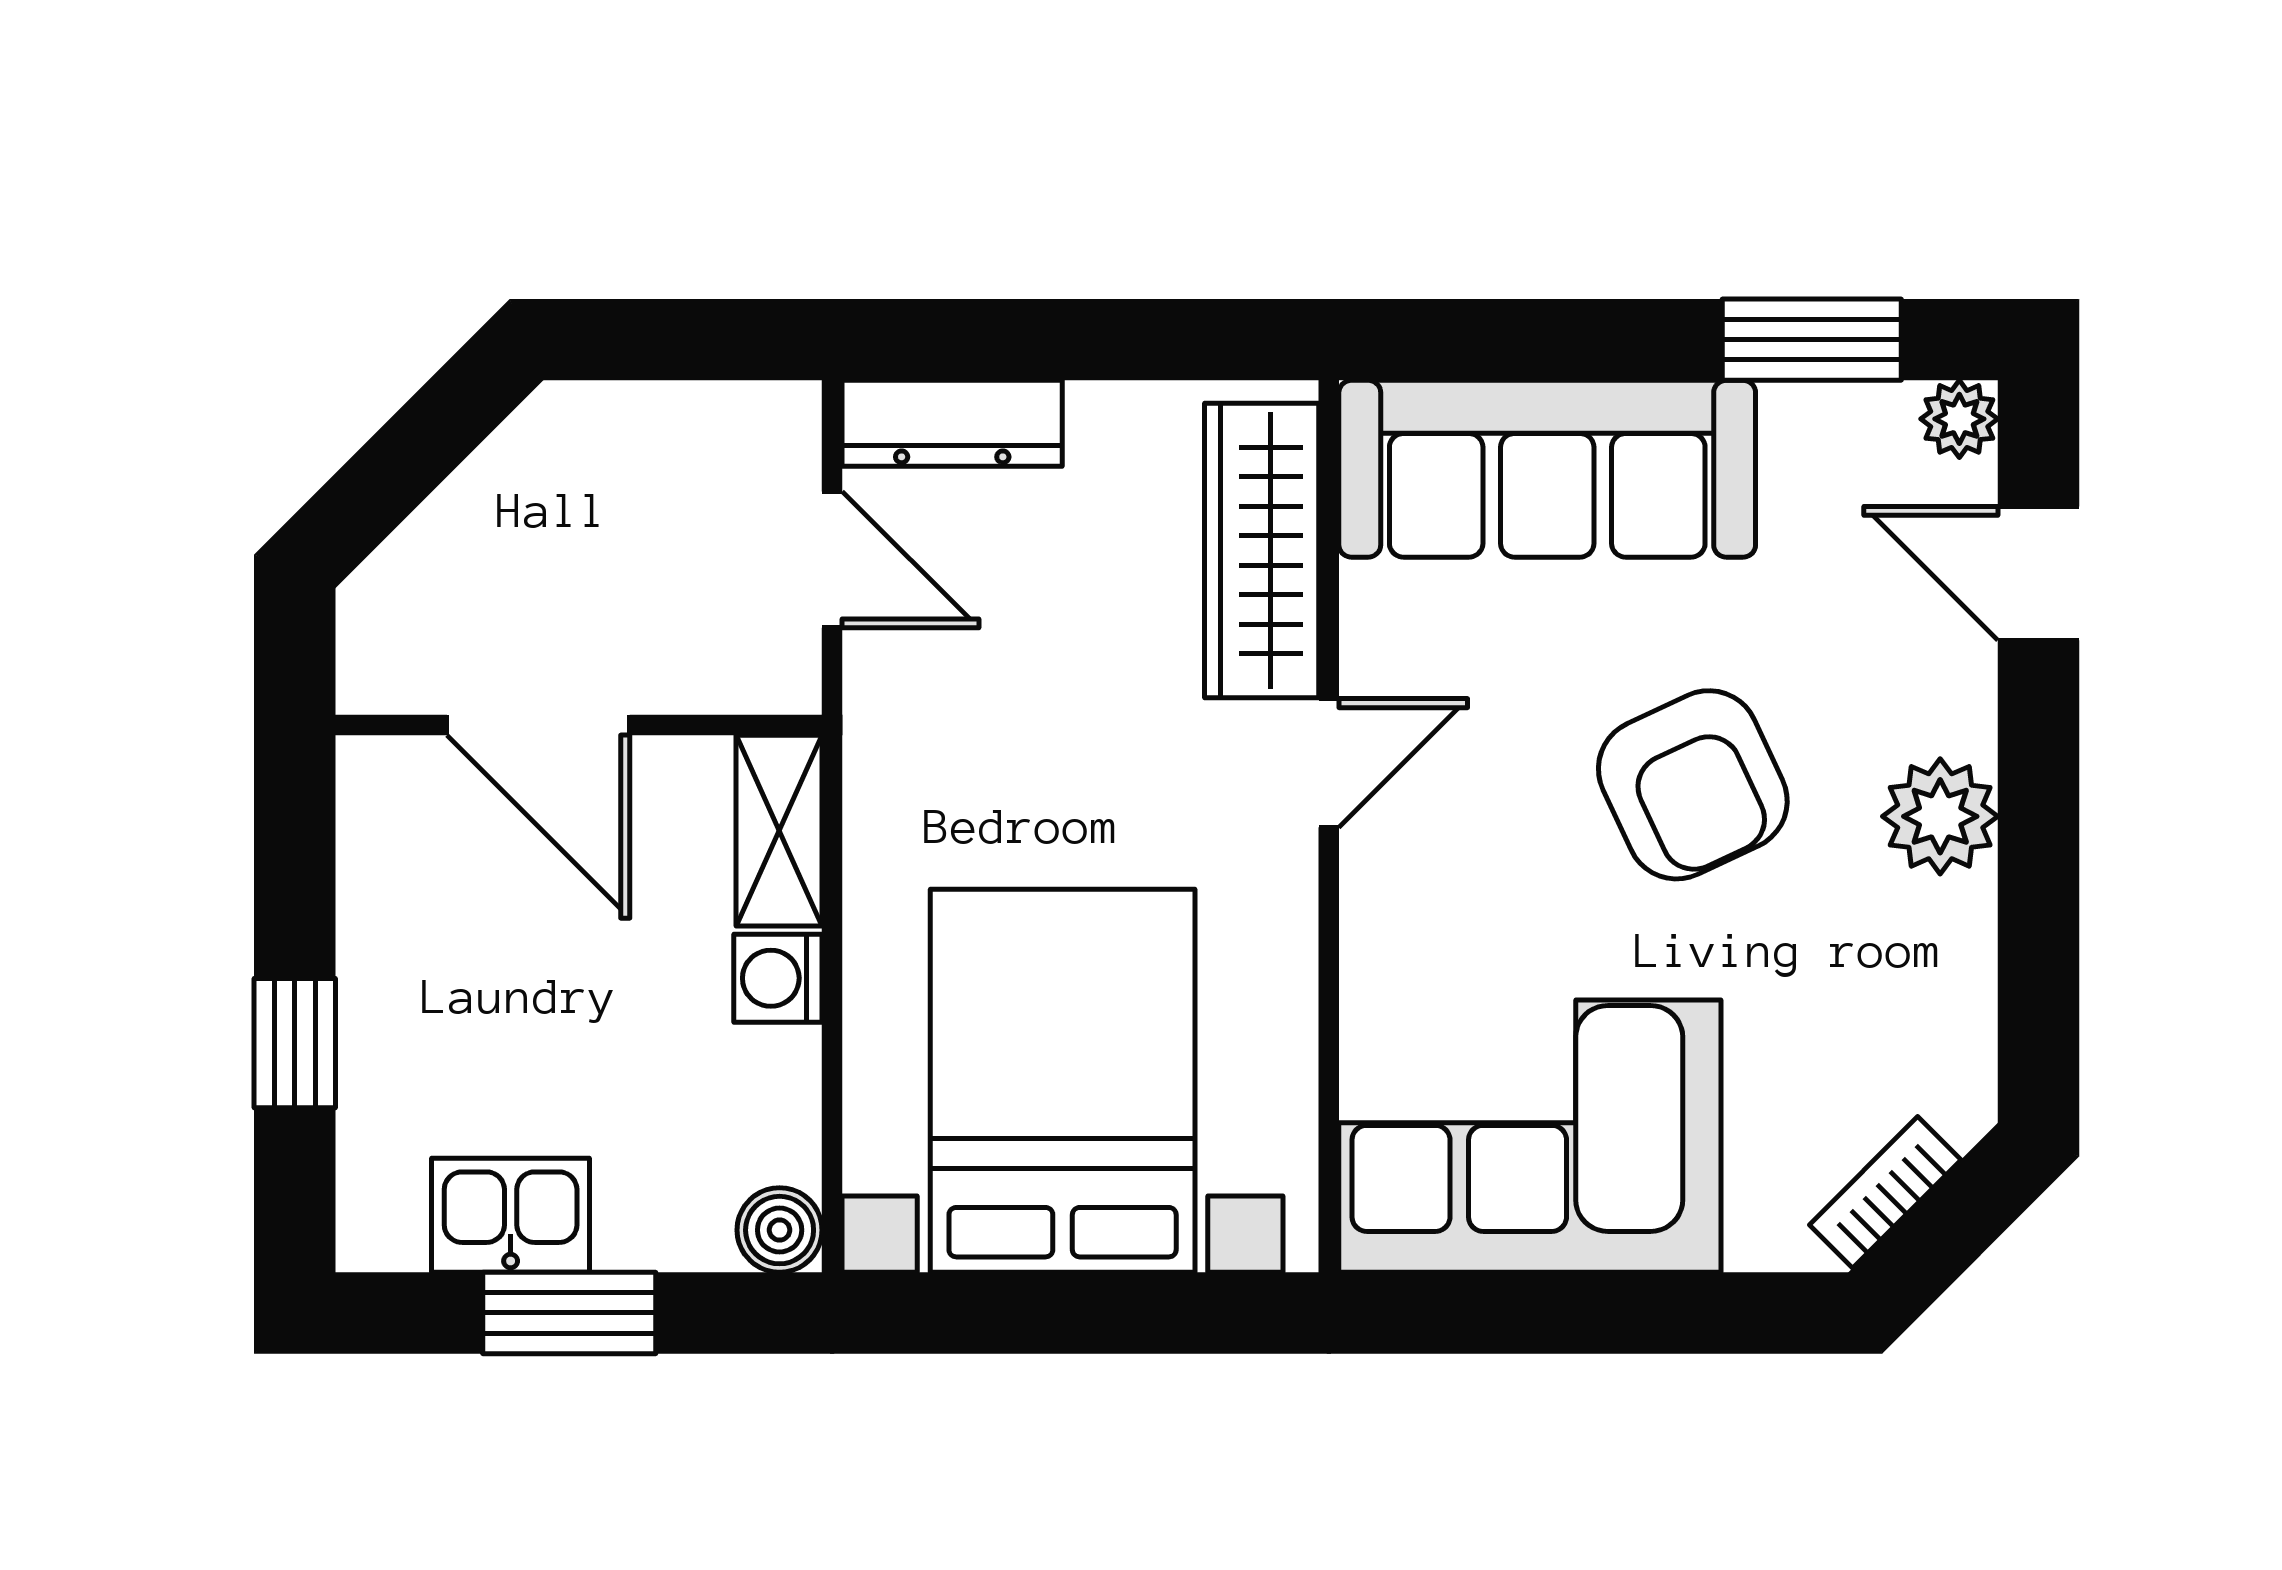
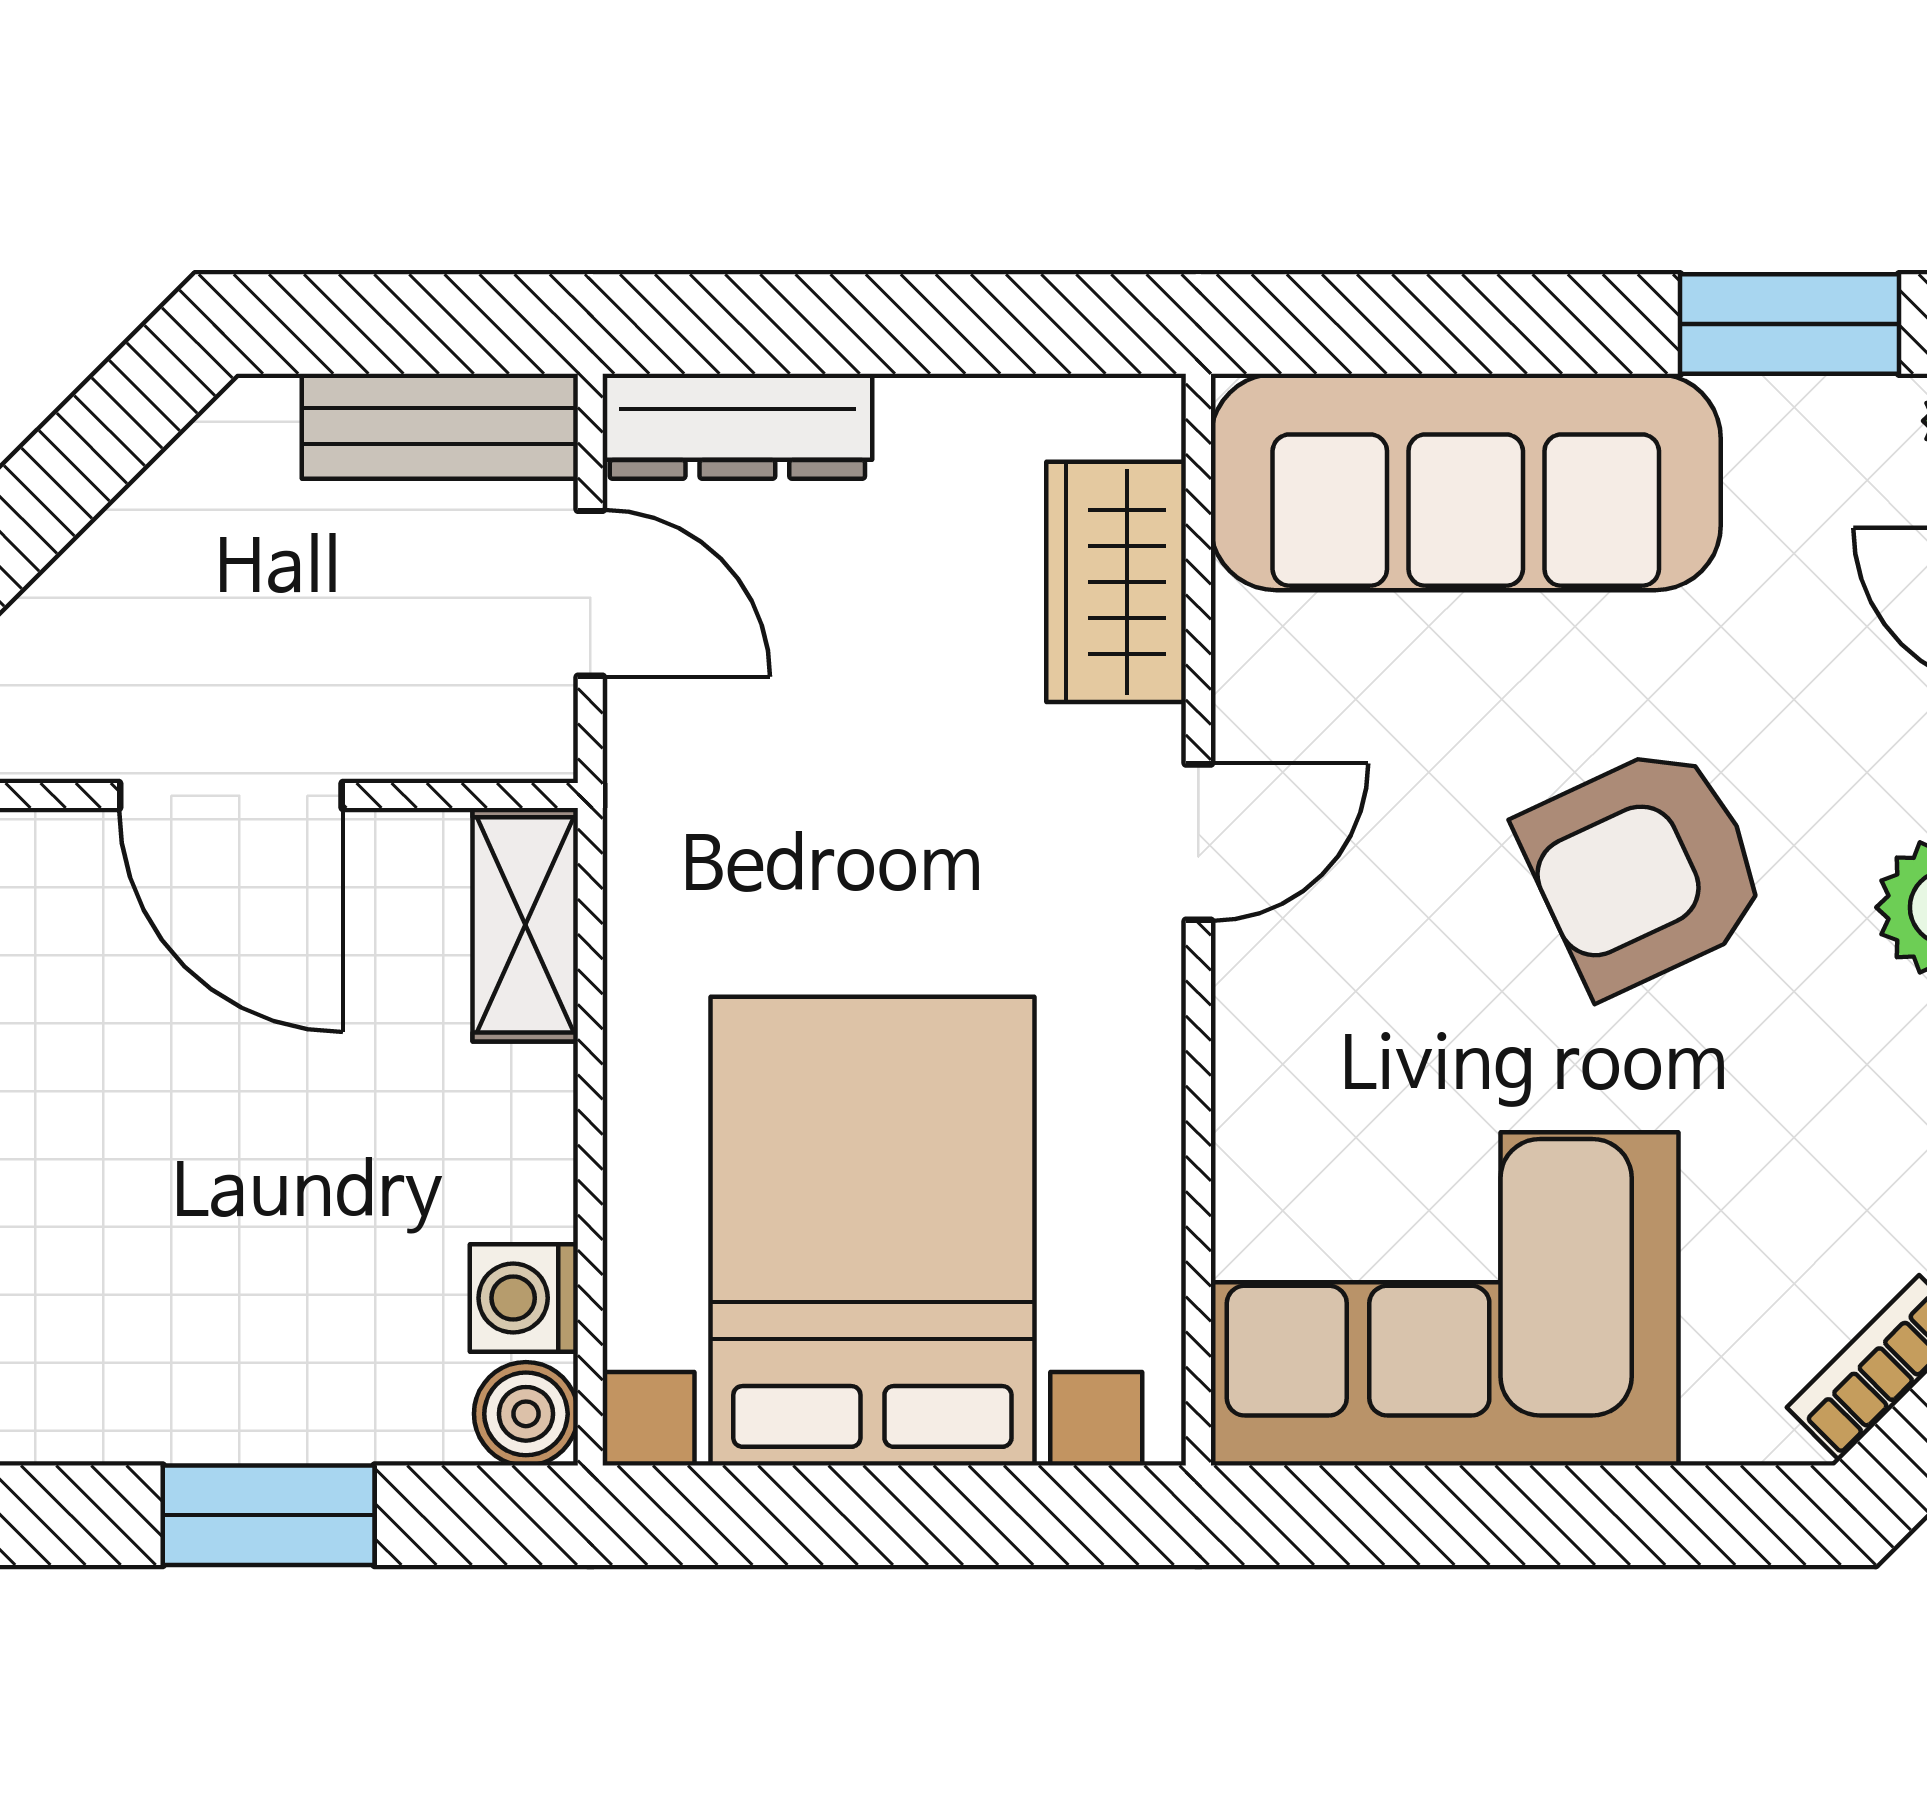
bench: (709, 423) -> (440, 426), added
wardrobe: (1262, 550) -> (1116, 582), width x0.67
armchair: (1693, 785) -> (1644, 869), turned 90
washing machine: (778, 978) -> (524, 1298), moved
kitchen sink: (511, 1215) -> (197, 1396), removed

